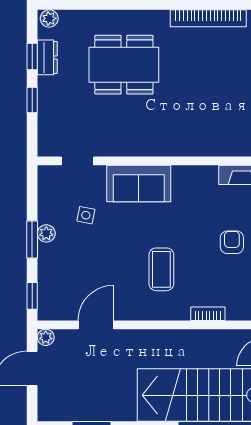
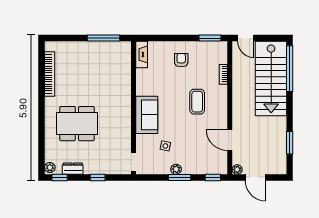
window: (32, 57) -> (60, 178), moved
dining table: (124, 65) -> (77, 124), turned 90
doorway: (78, 161) -> (133, 162), moved
armchair: (232, 242) -> (181, 60), turned 90
coffee table: (161, 269) -> (197, 102), turned 90

